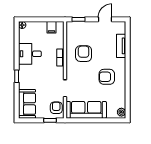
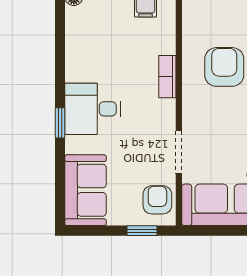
desk: (30, 54) -> (93, 109), moved

